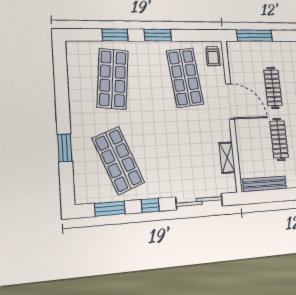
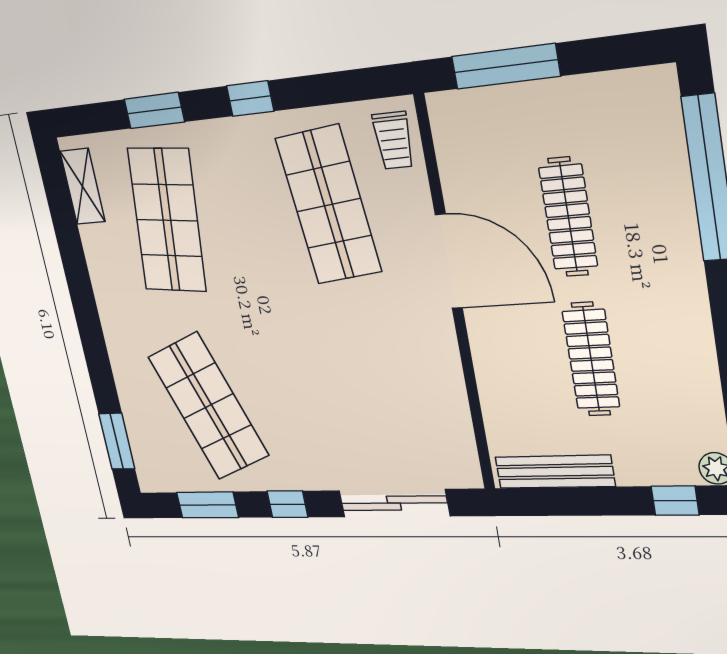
window: (158, 35) -> (250, 98), width x0.67
window: (65, 148) -> (117, 441), moved
shelving: (227, 158) -> (83, 186), moved

